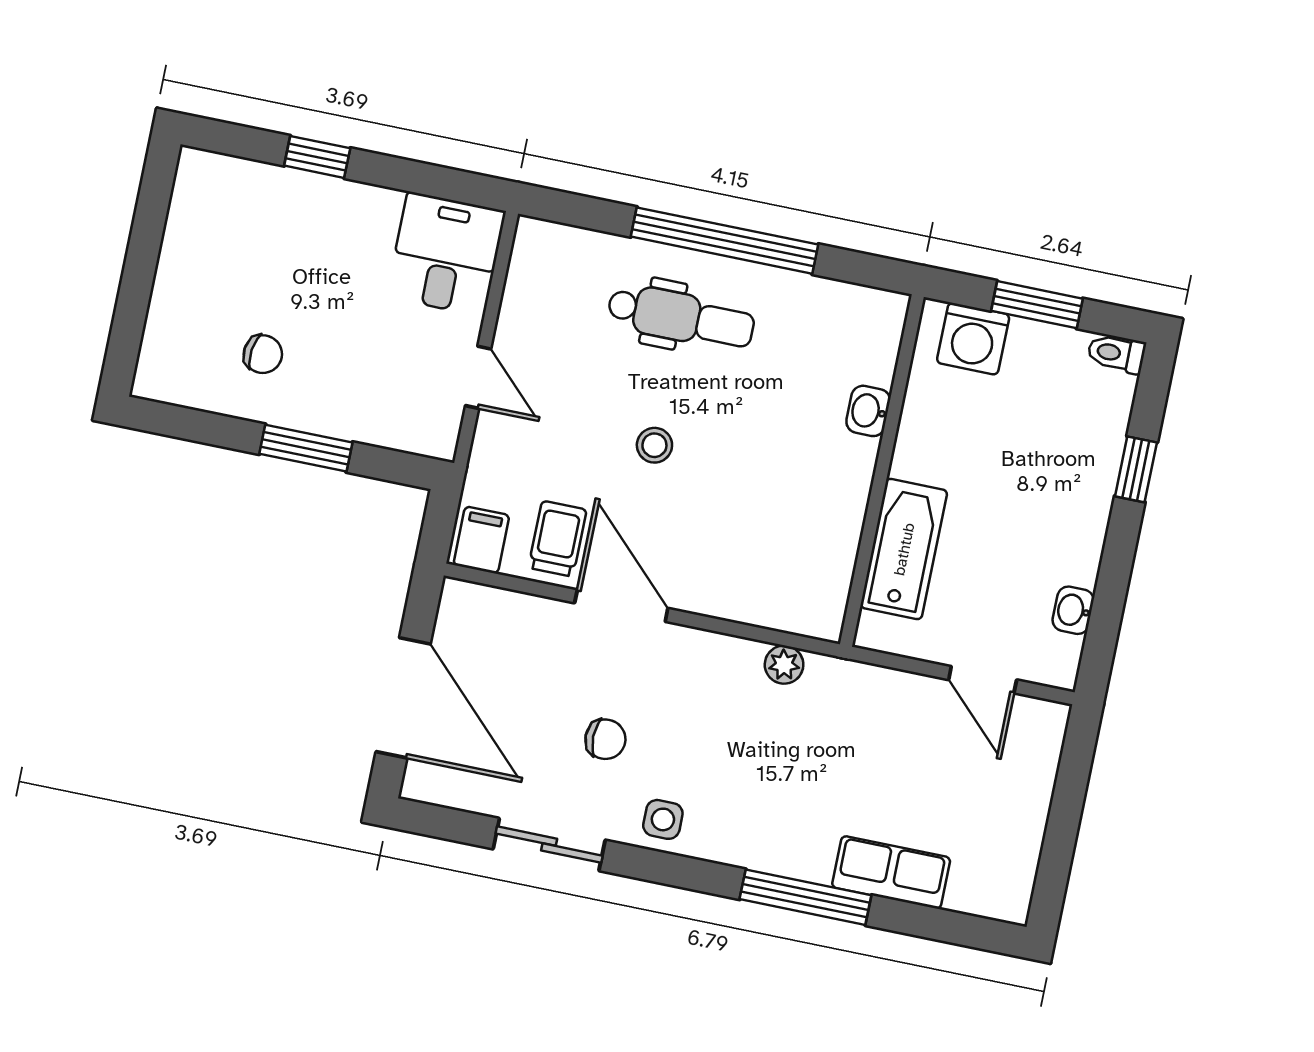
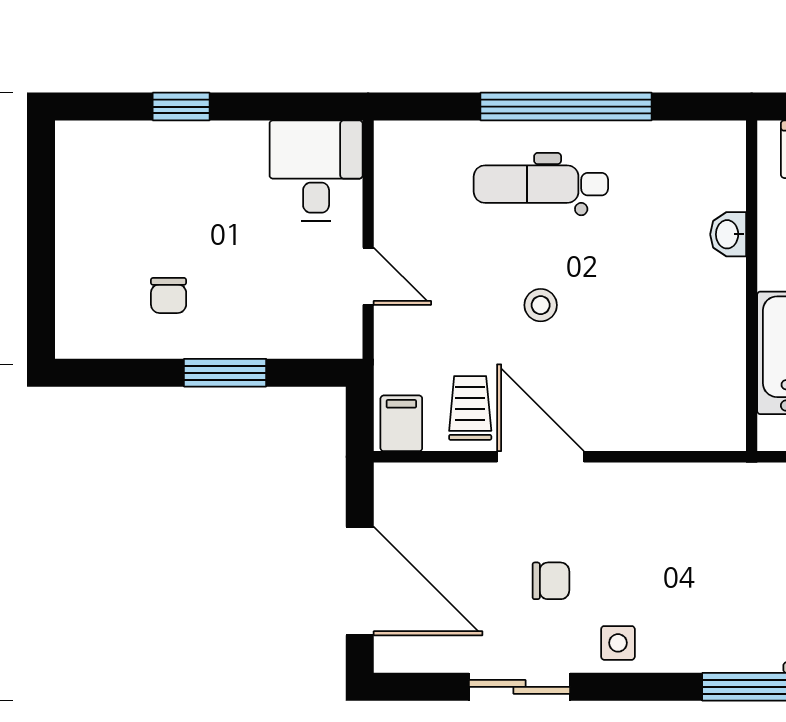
dental chair: (681, 317) -> (541, 184), turned 180
chair: (263, 354) -> (169, 295), turned 83
plant: (784, 665) -> (699, 480), removed

